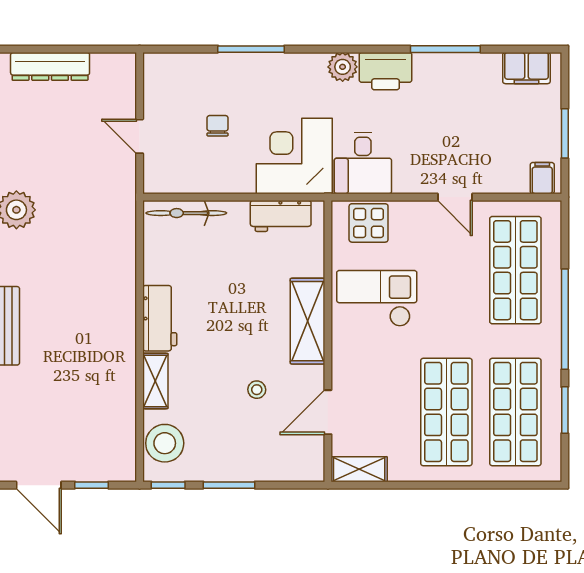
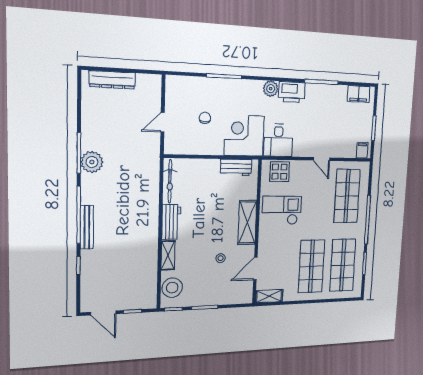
door: (140, 136) -> (163, 122), hinge flipped
bicycle: (186, 213) -> (170, 181), moved, turned -90

